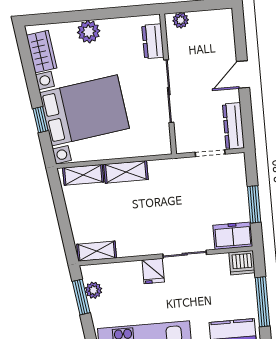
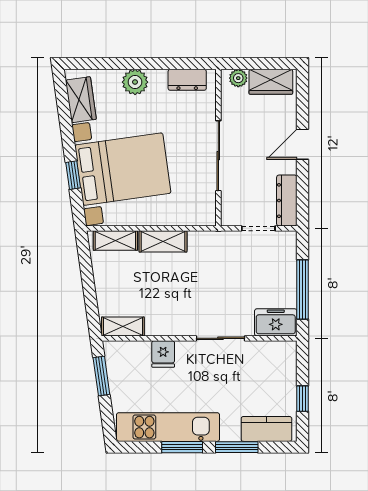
wardrobe: (210, 21) -> (271, 82), added
dresser: (153, 41) -> (187, 80), moved, turned -90
window: (254, 204) -> (302, 290), width x1.44
dishwasher: (242, 263) -> (283, 353), removed
fridge: (153, 271) -> (163, 354), moved
plant: (93, 290) -> (116, 370), removed
window: (263, 302) -> (302, 399), width x0.46

